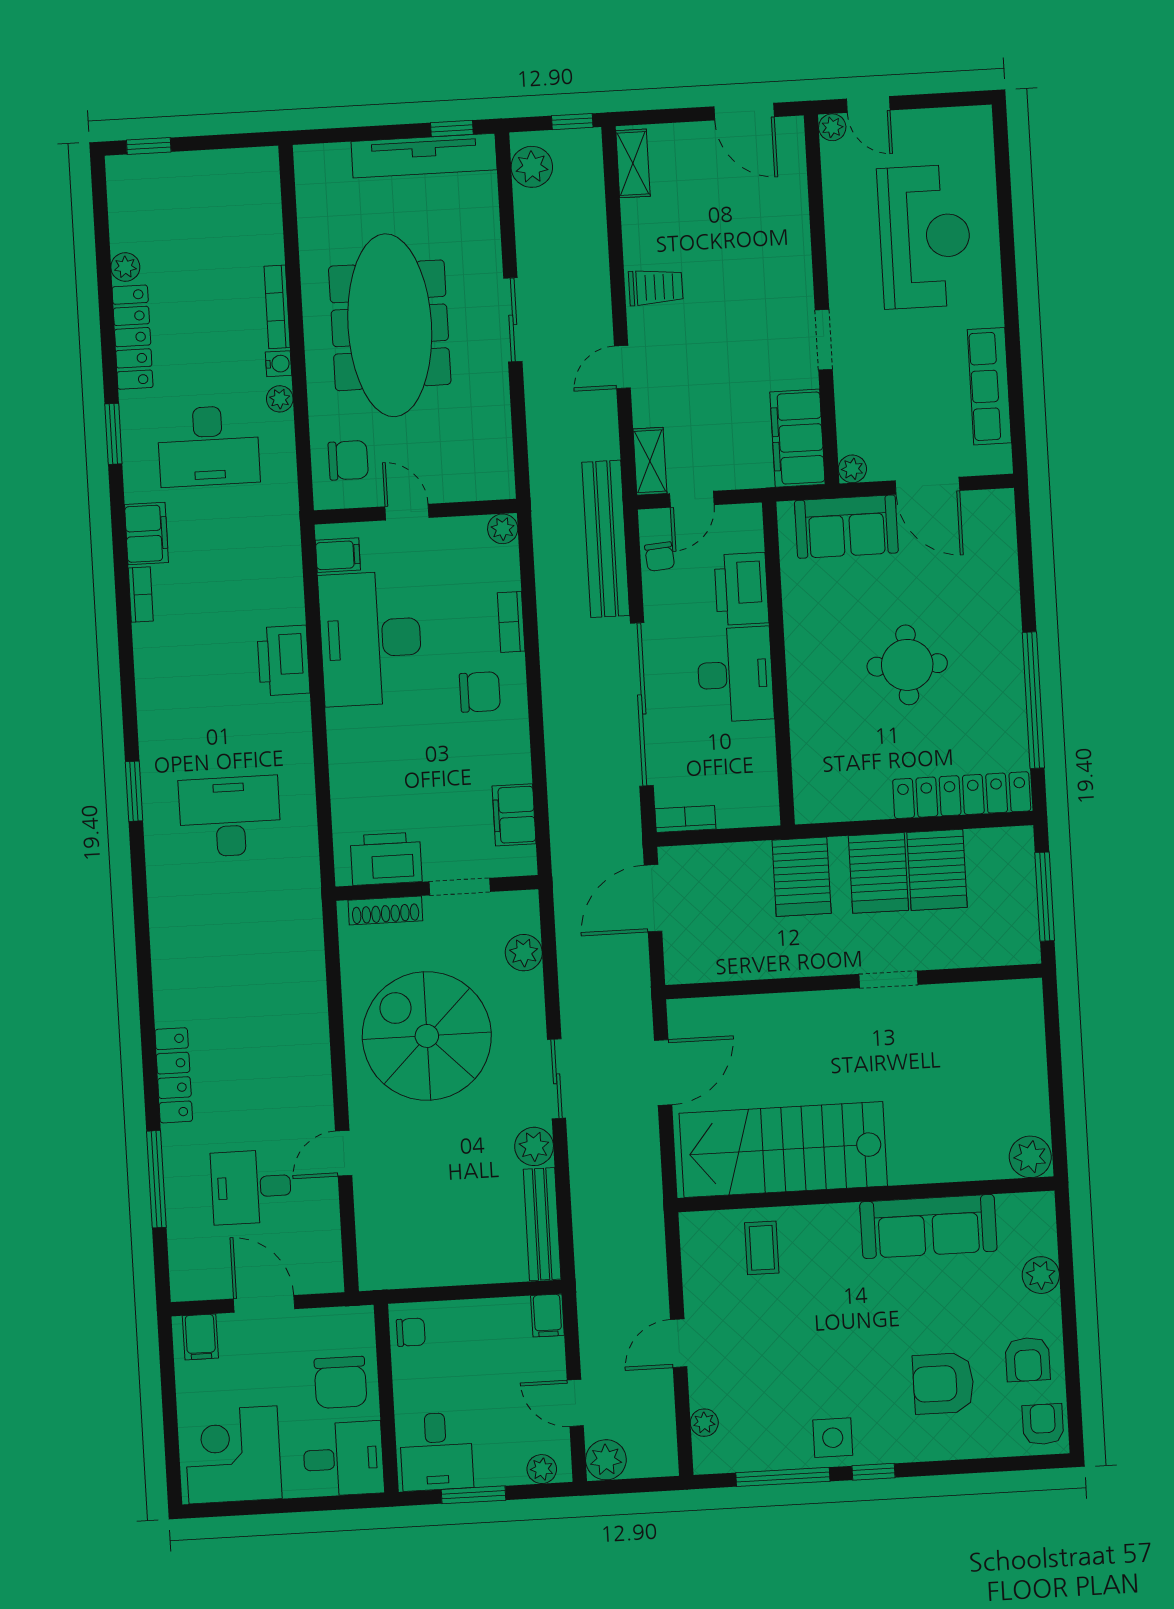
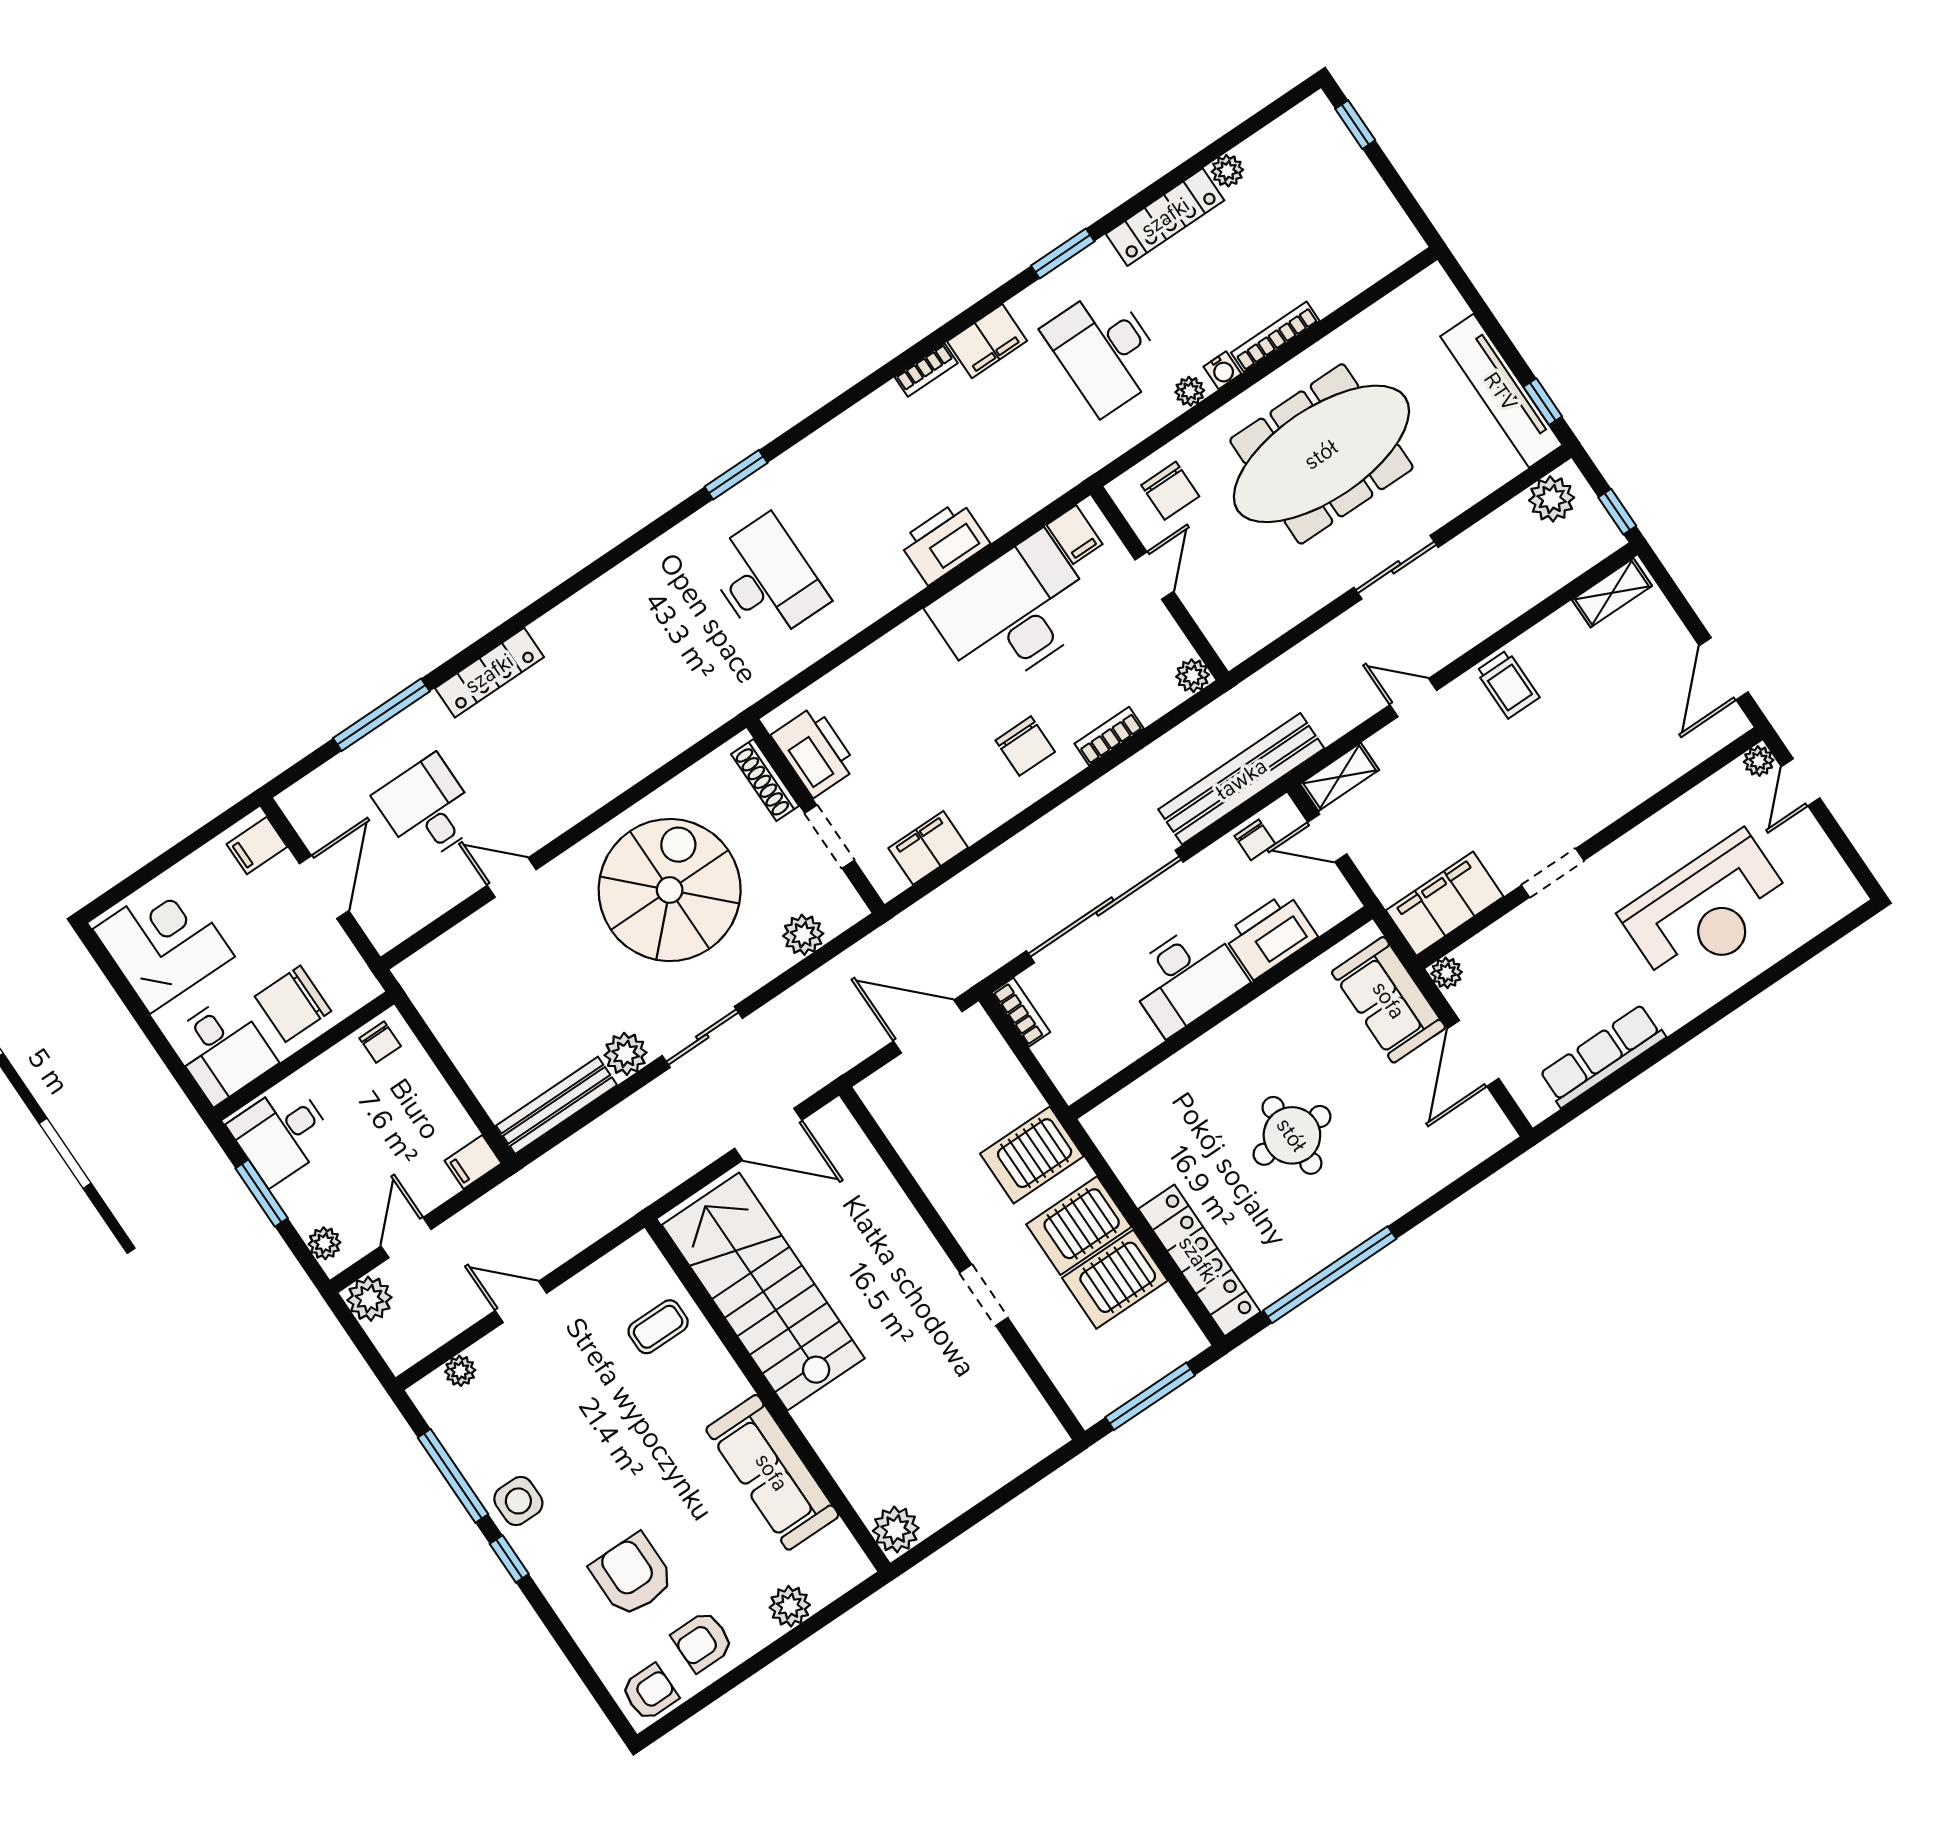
chair: (660, 557) -> (1255, 840), turned -85

